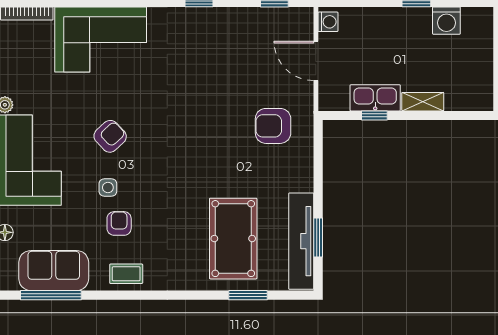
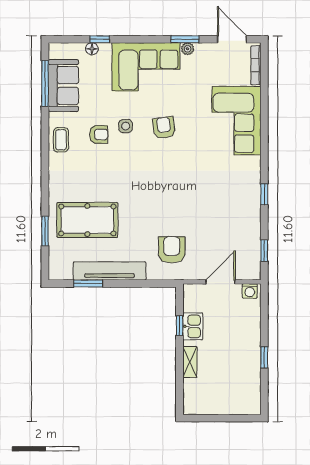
washing machine: (446, 21) -> (251, 380), removed
kitchen sink: (375, 98) -> (193, 326), width x0.73
armchair: (110, 136) -> (164, 128), turned -145
tv unit: (301, 241) -> (110, 271), moved

